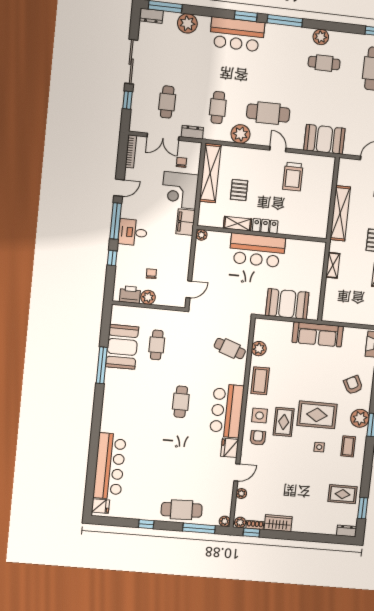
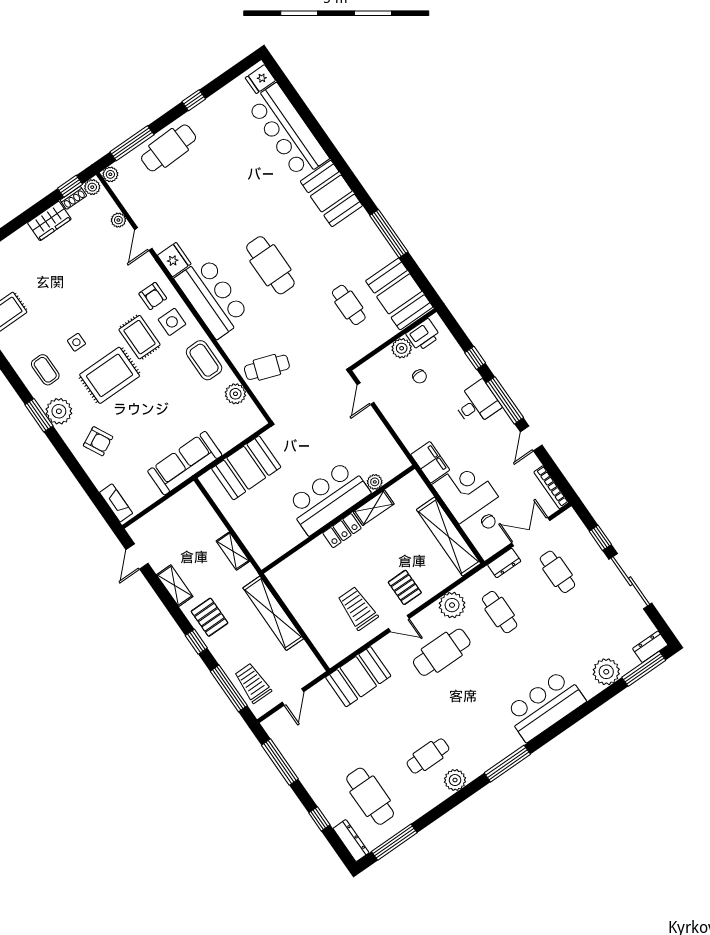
window: (246, 16) -> (552, 732), removed
pallet: (239, 190) -> (405, 587), moved
plant: (201, 235) -> (375, 482), moved
booth: (122, 347) -> (399, 294), moved
cafe table: (181, 402) -> (270, 265), width x1.37, depth x1.35
booth: (115, 413) -> (331, 193), added

